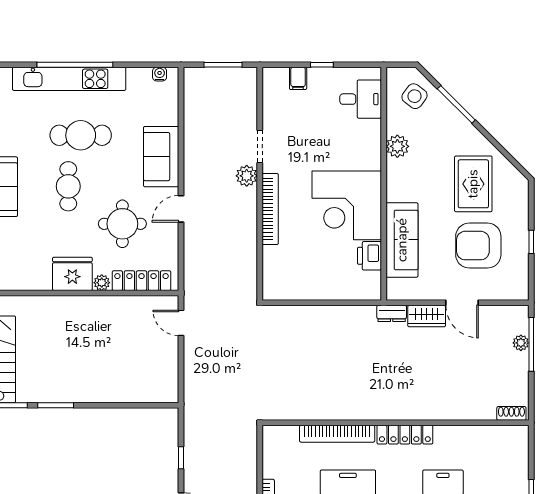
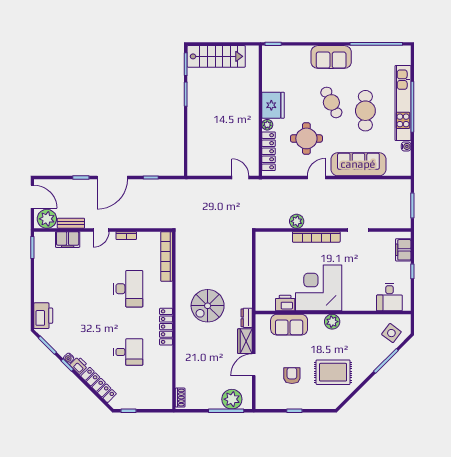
water cooler: (160, 74) -> (406, 146), moved
filing cabinet: (298, 78) -> (403, 250), width x2.00
plant: (397, 146) -> (332, 322), moved
sofa: (161, 157) -> (358, 164), width x1.36
plant: (247, 176) -> (297, 221), moved
cafe table: (68, 186) -> (331, 102), turned 64
door: (181, 209) -> (316, 178), hinge flipped
sofa: (402, 240) -> (289, 325), width x0.73
armchair: (478, 246) -> (292, 376), width x0.53, depth x0.53
door: (181, 323) -> (240, 178), hinge flipped
plant: (521, 343) -> (232, 399), width x1.87, depth x1.87
spiral stairs: (374, 372) -> (208, 306), added
bookcase: (337, 434) -> (167, 257), moved

